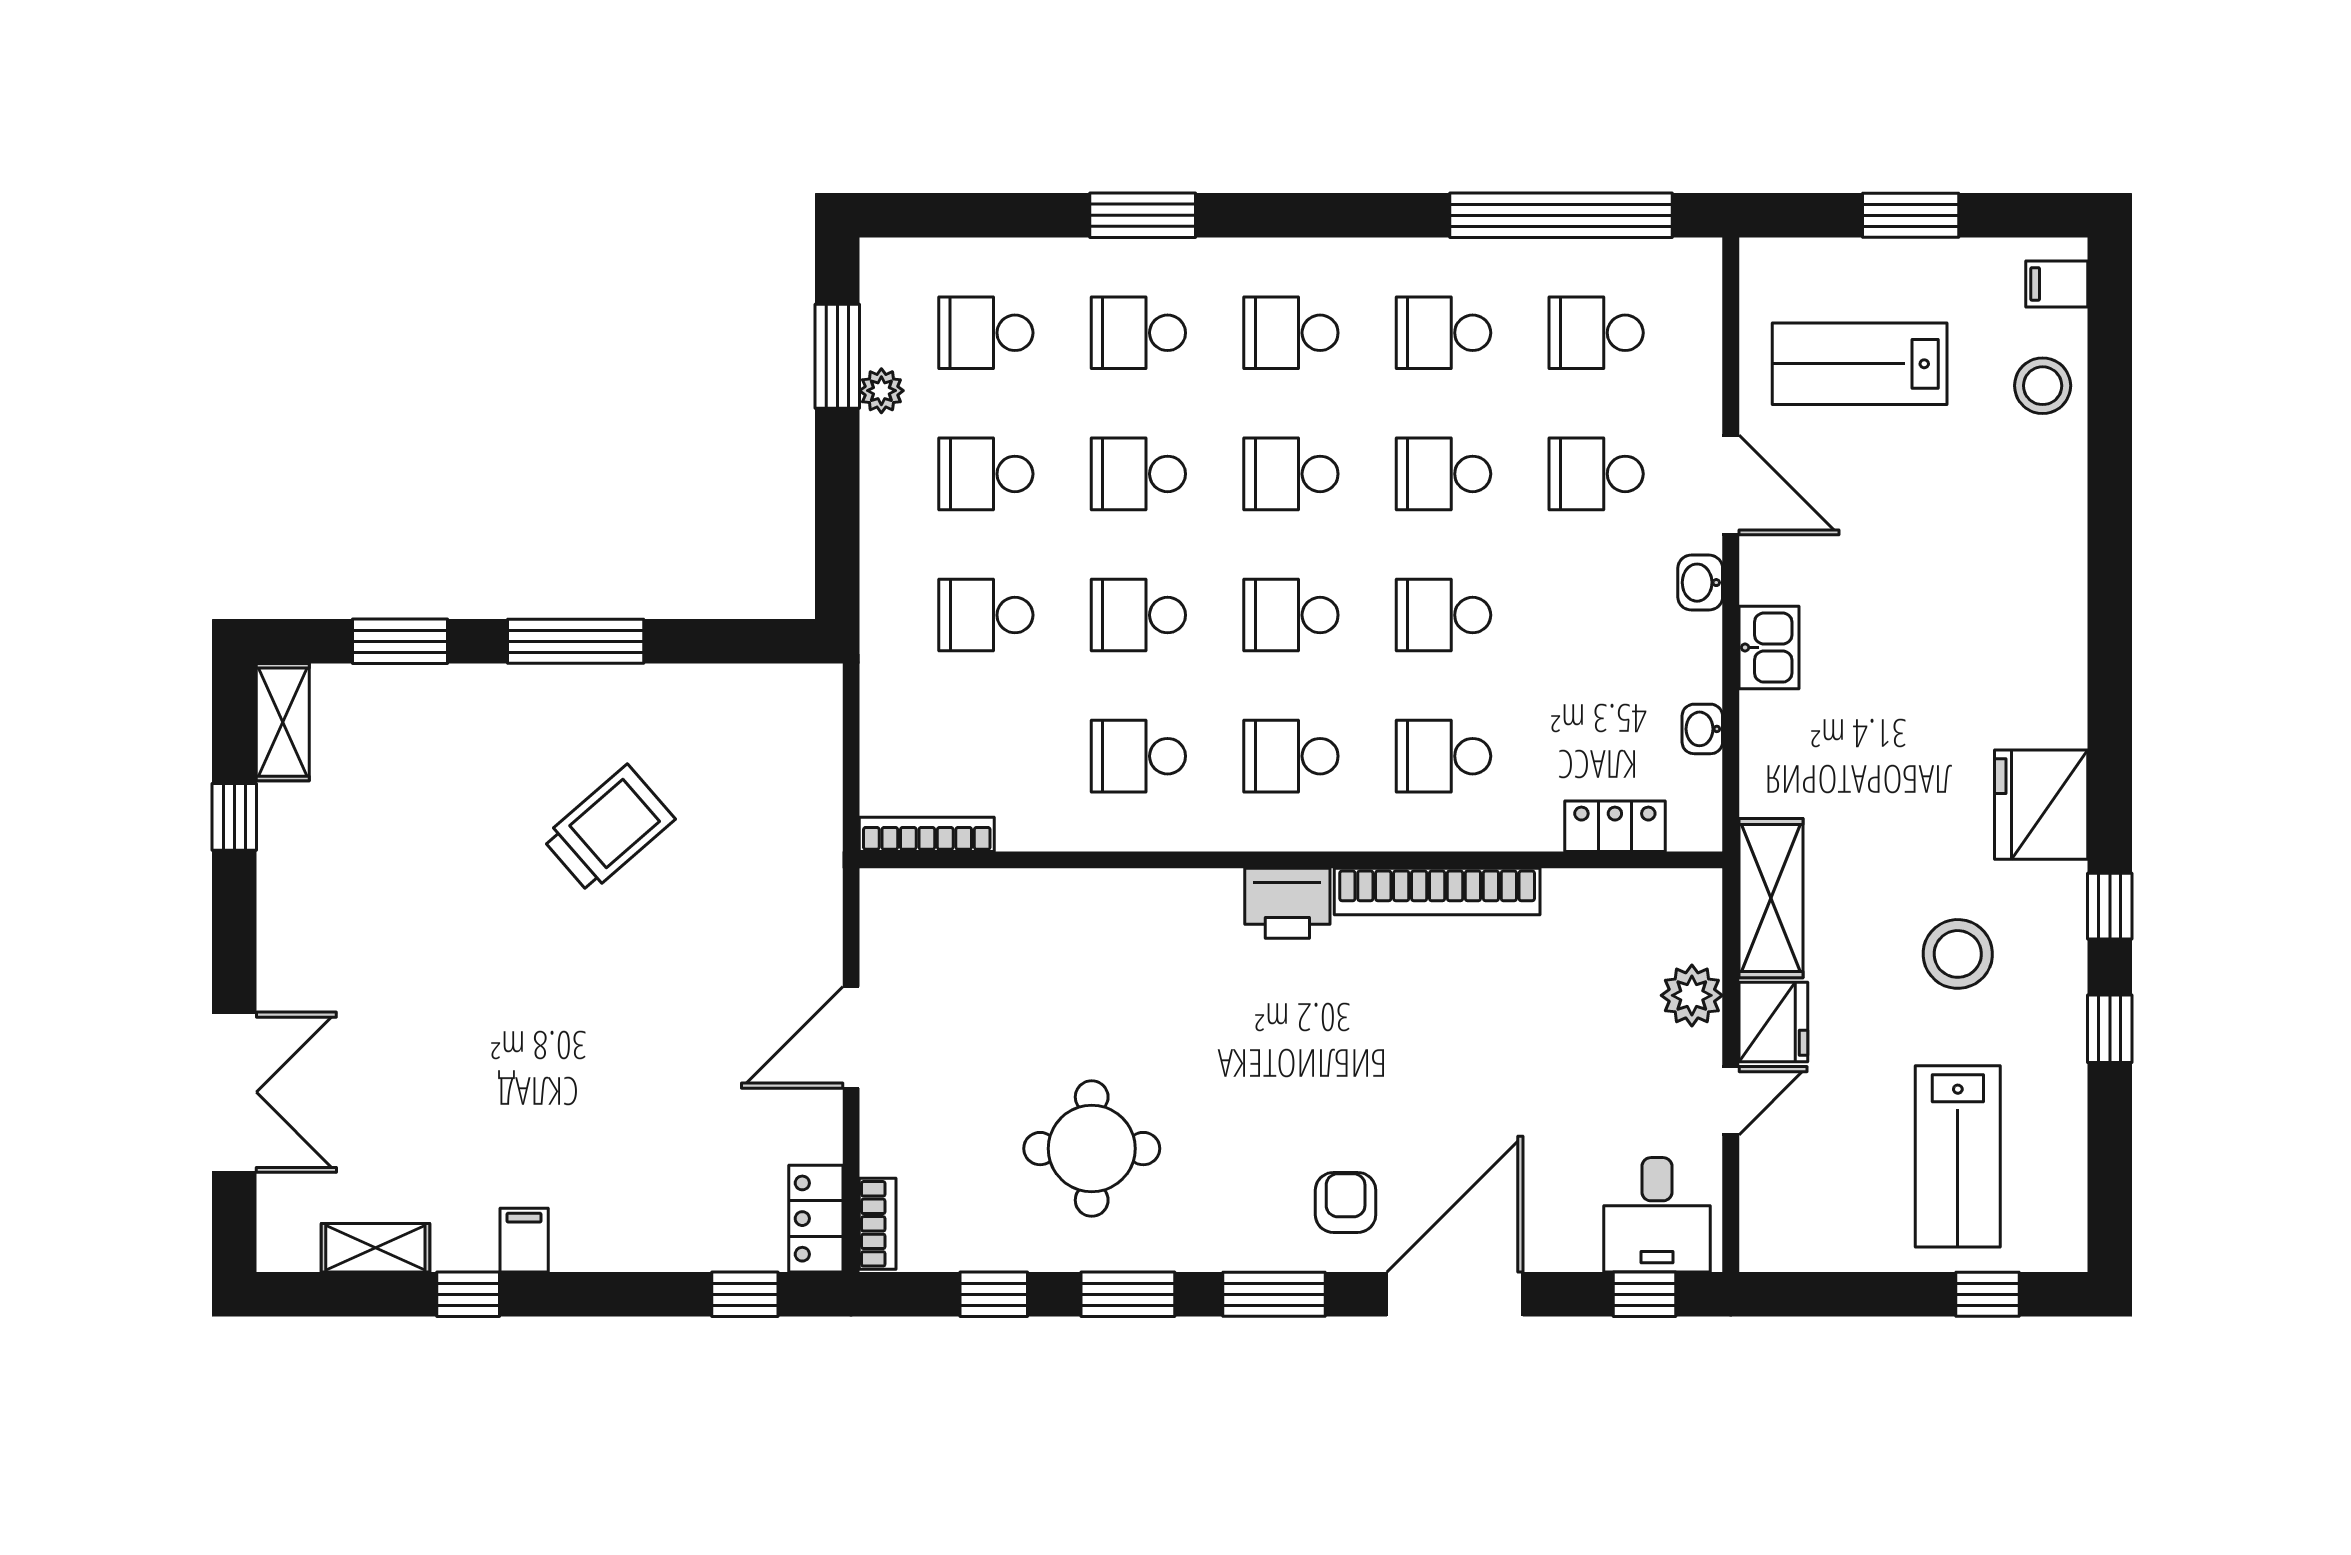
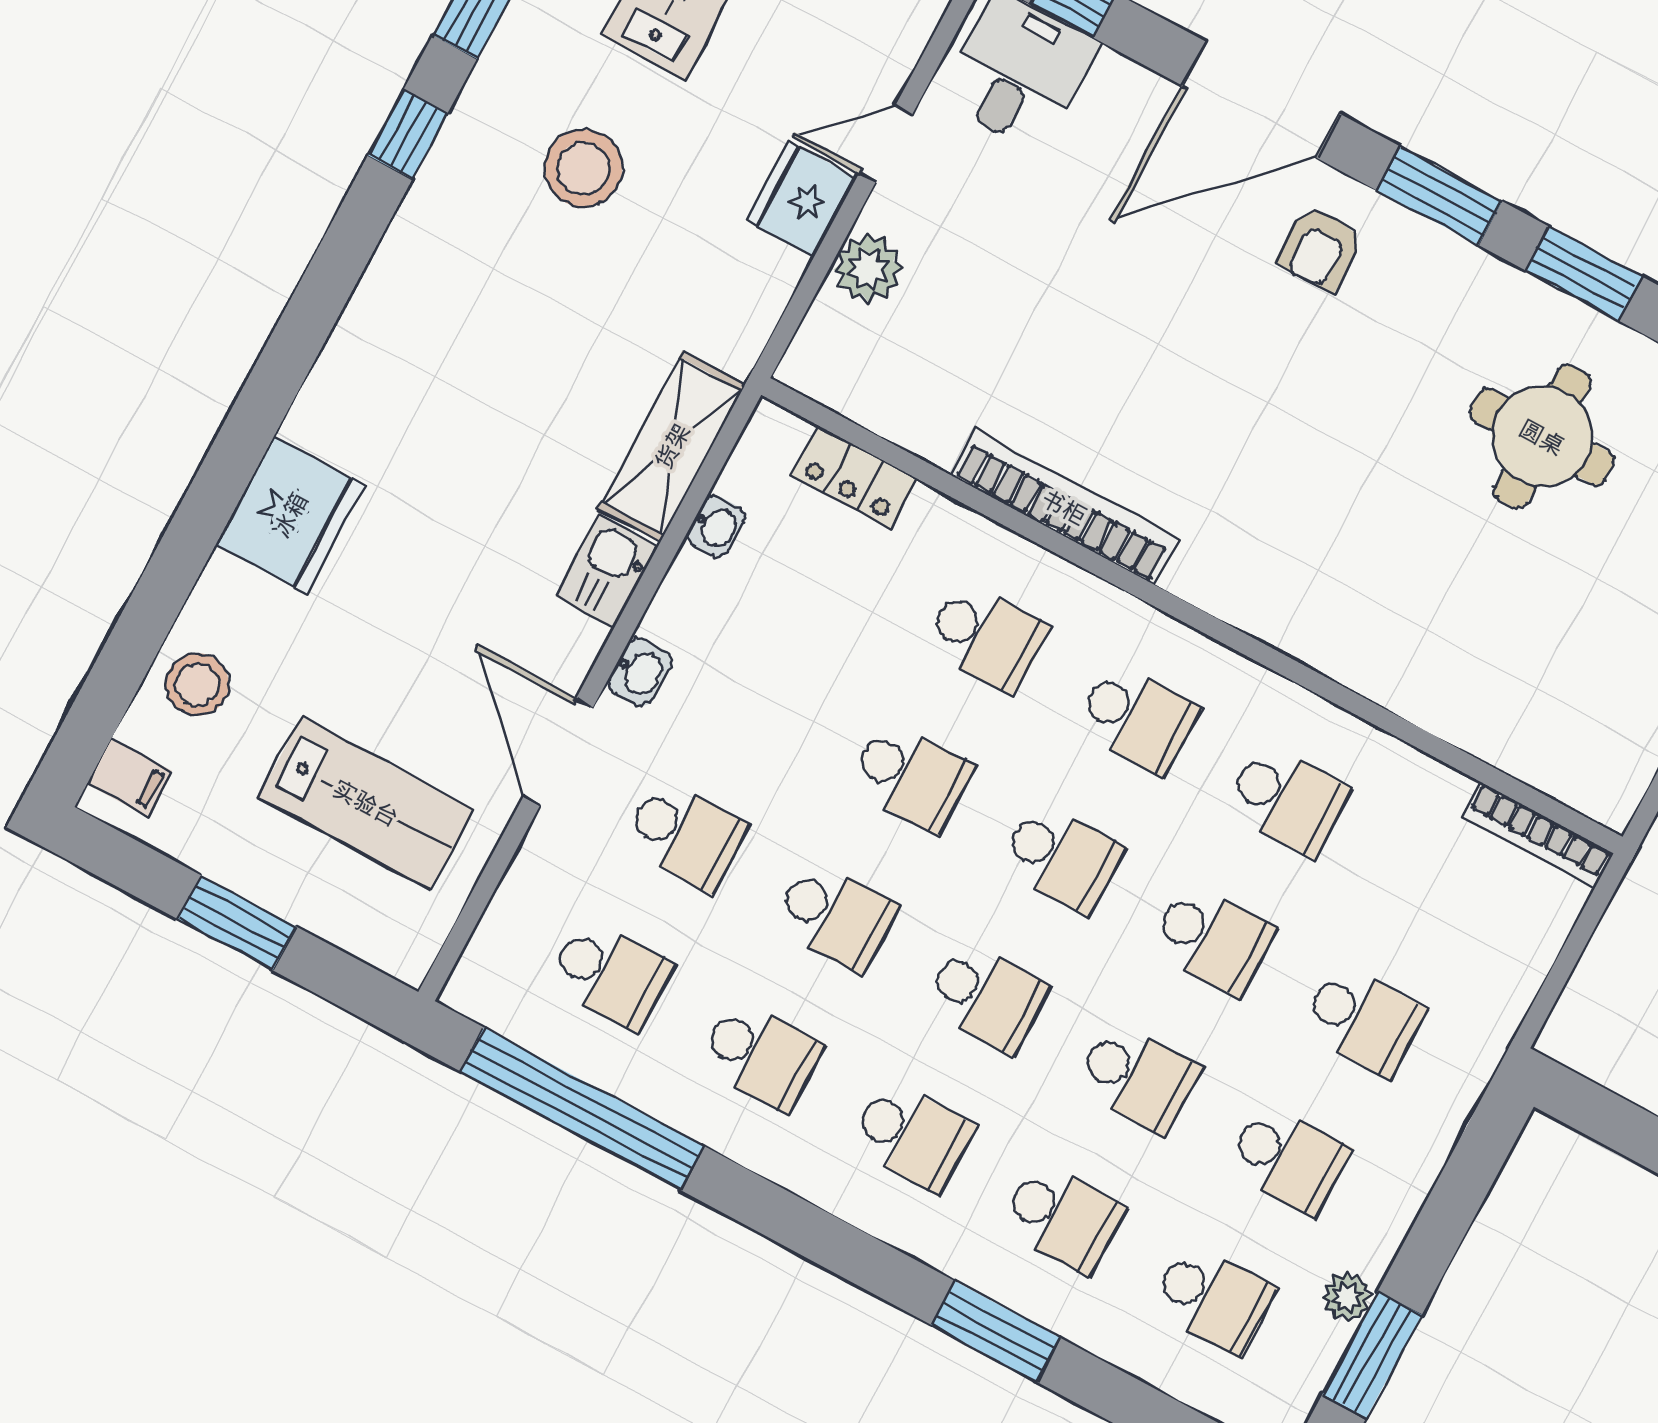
fridge: (2041, 805) -> (290, 515), moved
shelving: (1771, 898) -> (672, 446), moved
printer: (1287, 903) -> (1218, 575), removed

